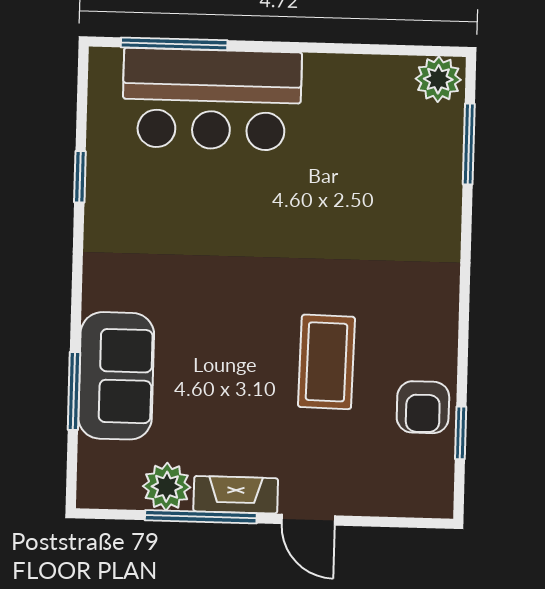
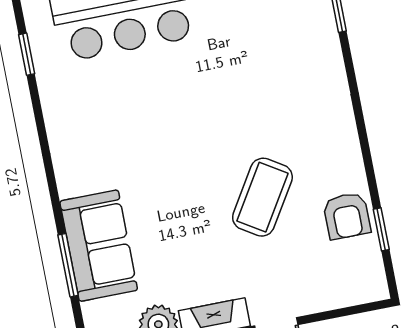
window: (80, 177) -> (27, 54), moved
coffee table: (326, 362) -> (262, 197), turned 31

